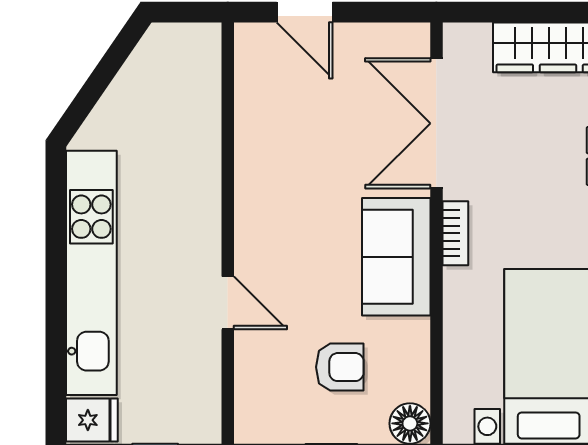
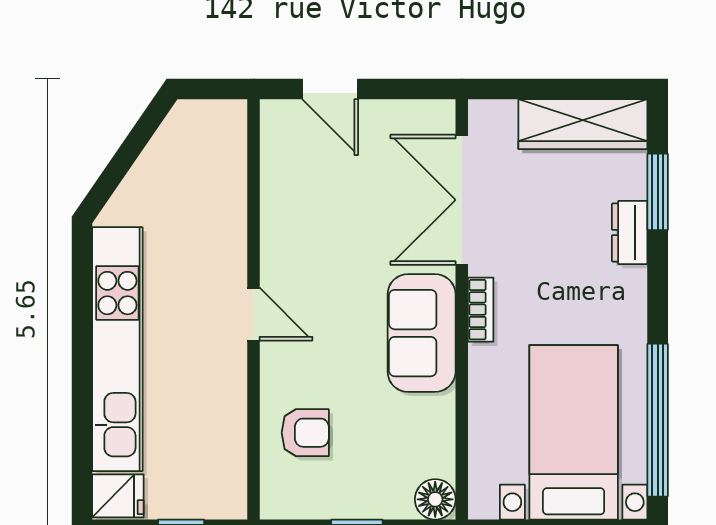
door: (228, 303) -> (253, 314), moved
armchair: (340, 367) -> (305, 433), moved

